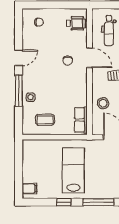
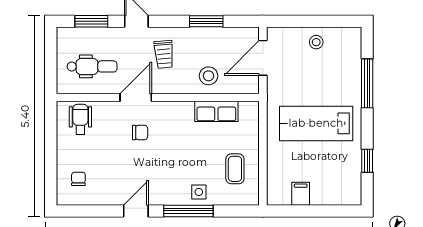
door: (19, 58) -> (136, 211), hinge flipped
row of seats: (81, 120) -> (216, 111), moved
filing cabinet: (29, 189) -> (301, 194), moved
window: (64, 202) -> (367, 161), moved

